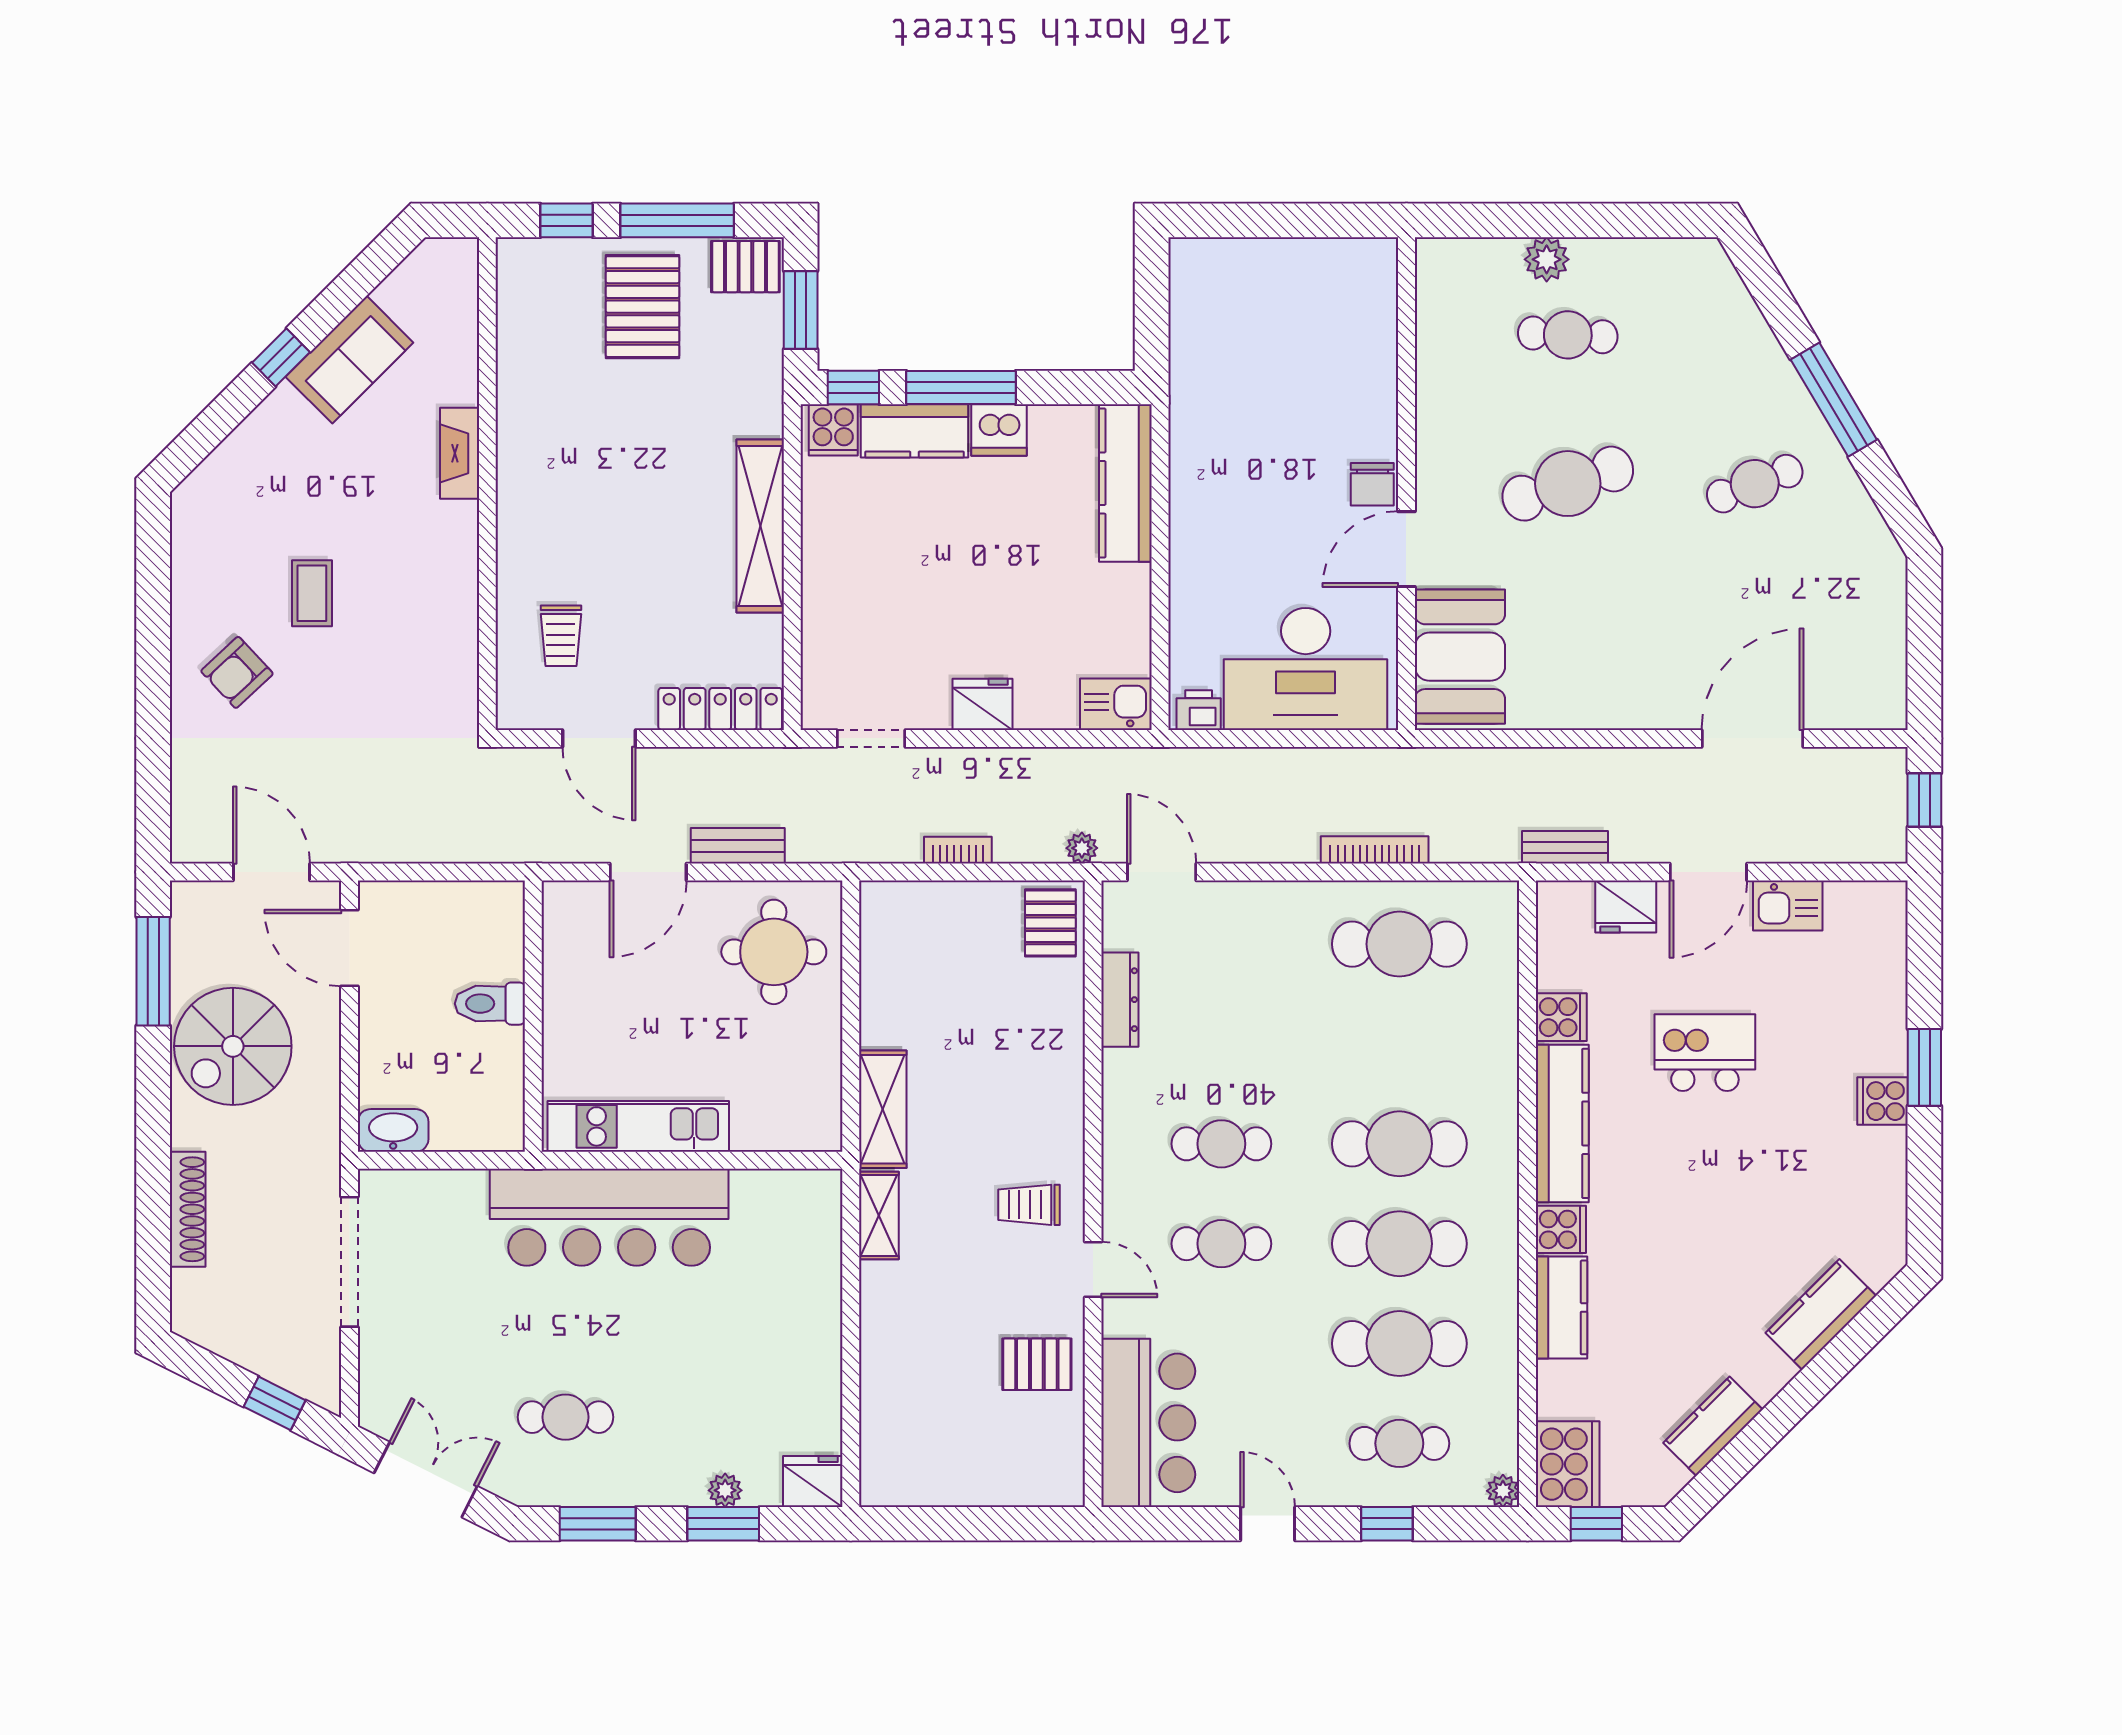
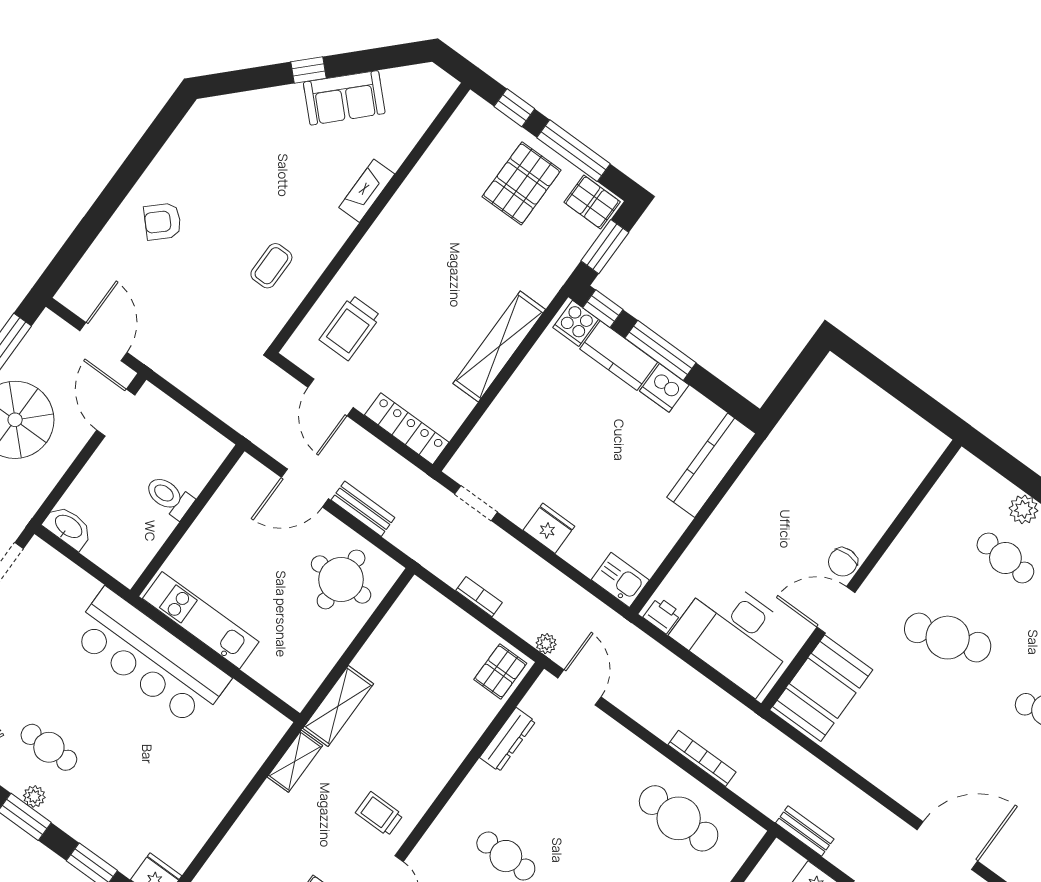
coffee table: (312, 593) -> (271, 266), moved
trolley: (561, 636) -> (350, 328), width x1.36, depth x1.39
plant: (725, 1490) -> (34, 796), moved

